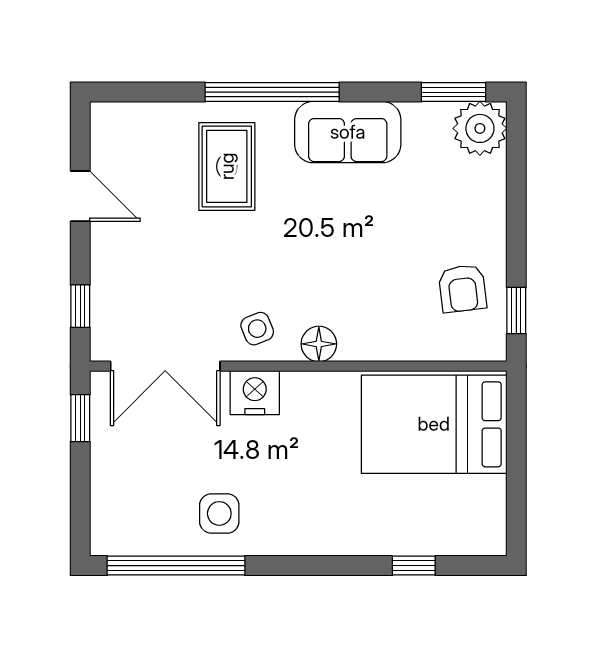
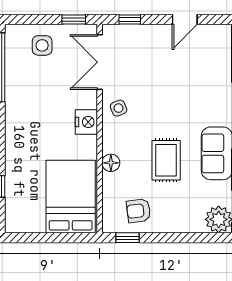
rug: (227, 166) -> (166, 160), moved, turned 90
floor lamp: (319, 344) -> (111, 163), moved
nightstand: (255, 393) -> (86, 122), moved
side table: (219, 513) -> (42, 45), moved

